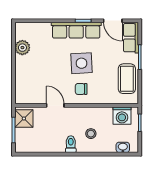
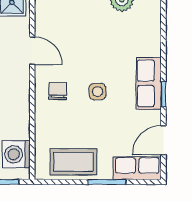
row of seats: (76, 30) -> (149, 83), width x0.68
side table: (82, 63) -> (98, 92), width x0.54, depth x0.54
door: (55, 105) -> (32, 51), hinge flipped

